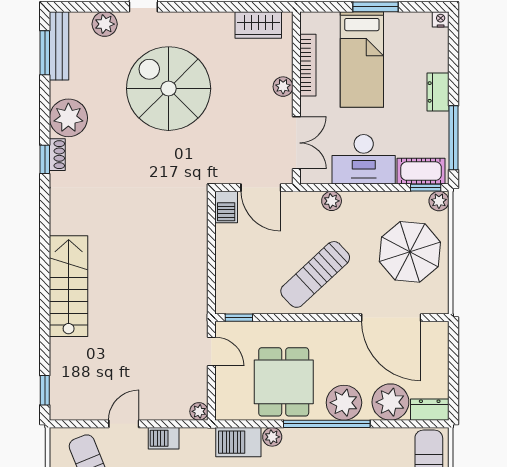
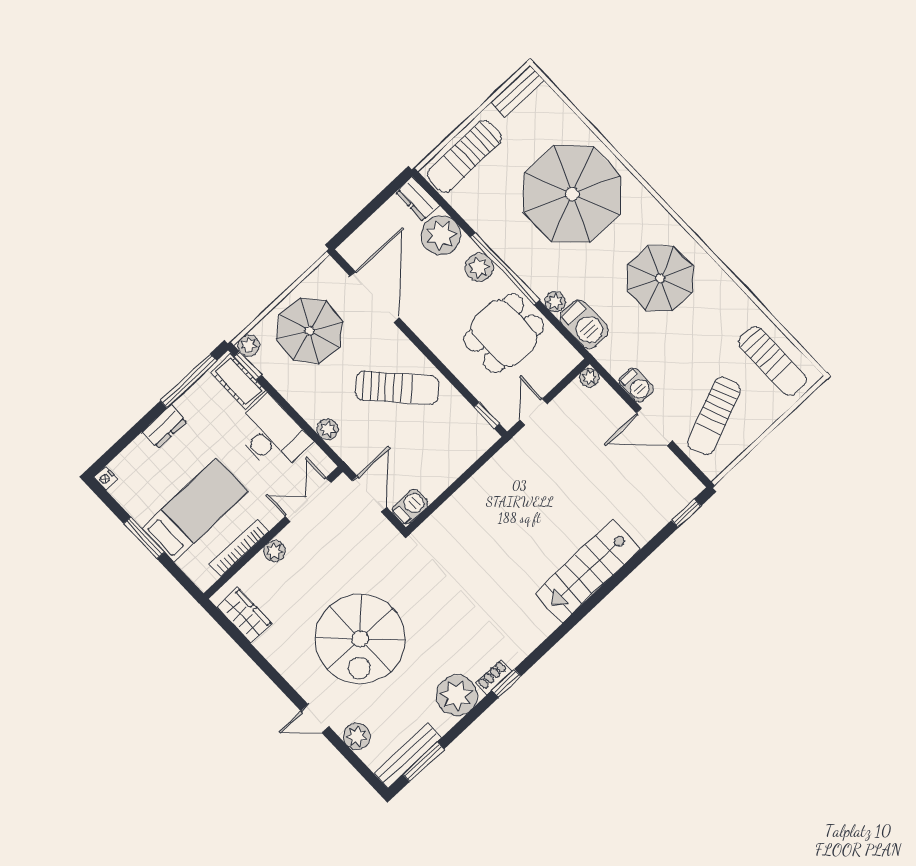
plant: (344, 403) -> (479, 267), width x0.73, depth x0.73
door: (124, 424) -> (654, 427), width x1.38

